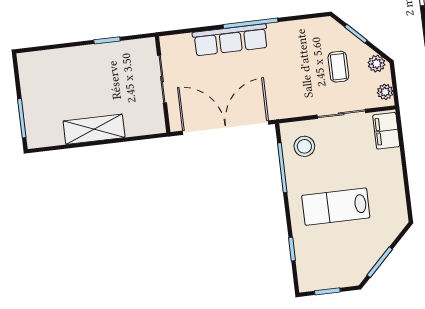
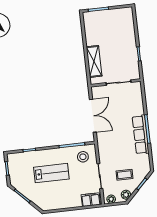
row of seats: (230, 40) -> (141, 135), moved
double door: (226, 128) -> (93, 116), width x0.73
shelving: (94, 129) -> (94, 61), moved
lab bench: (336, 207) -> (51, 173), turned 90

